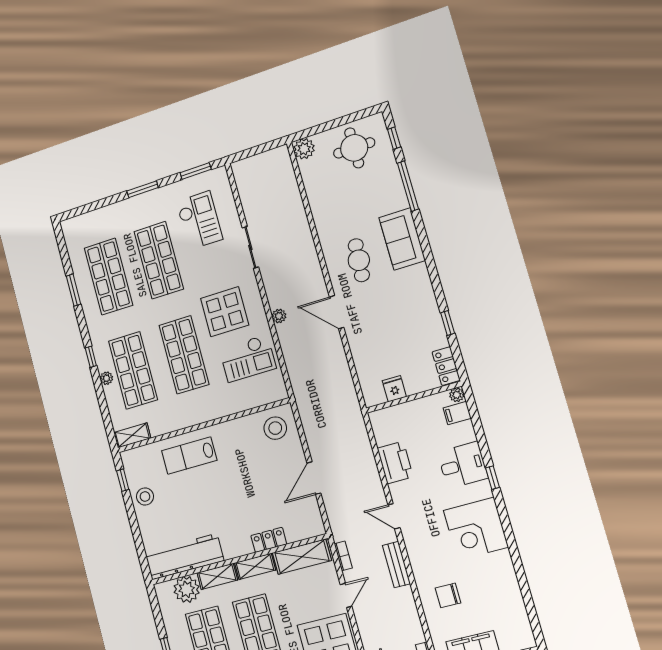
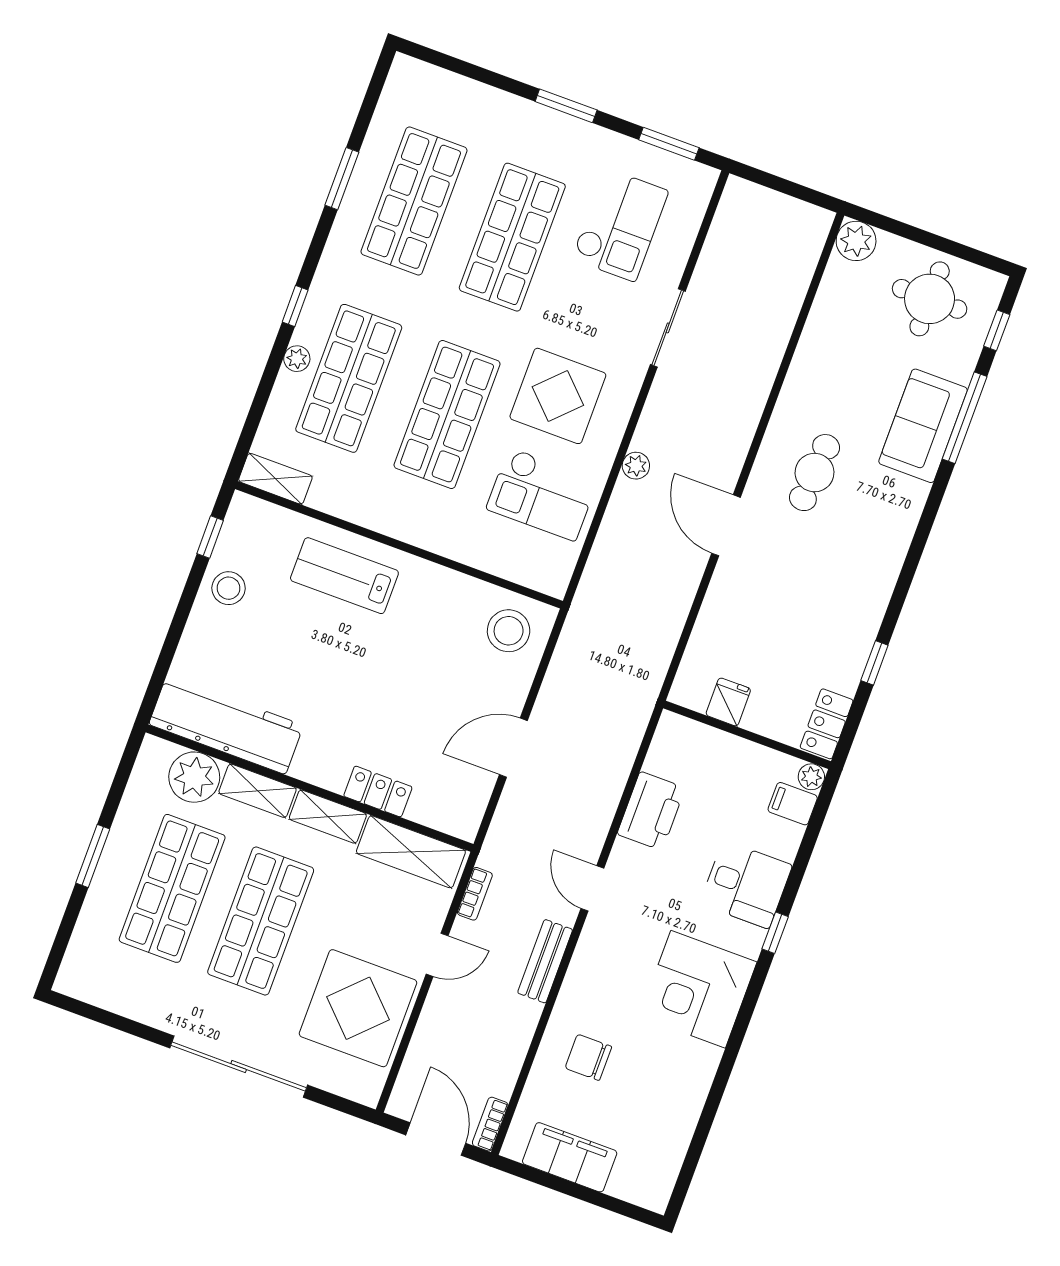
sofa: (402, 239) -> (923, 426), moved

